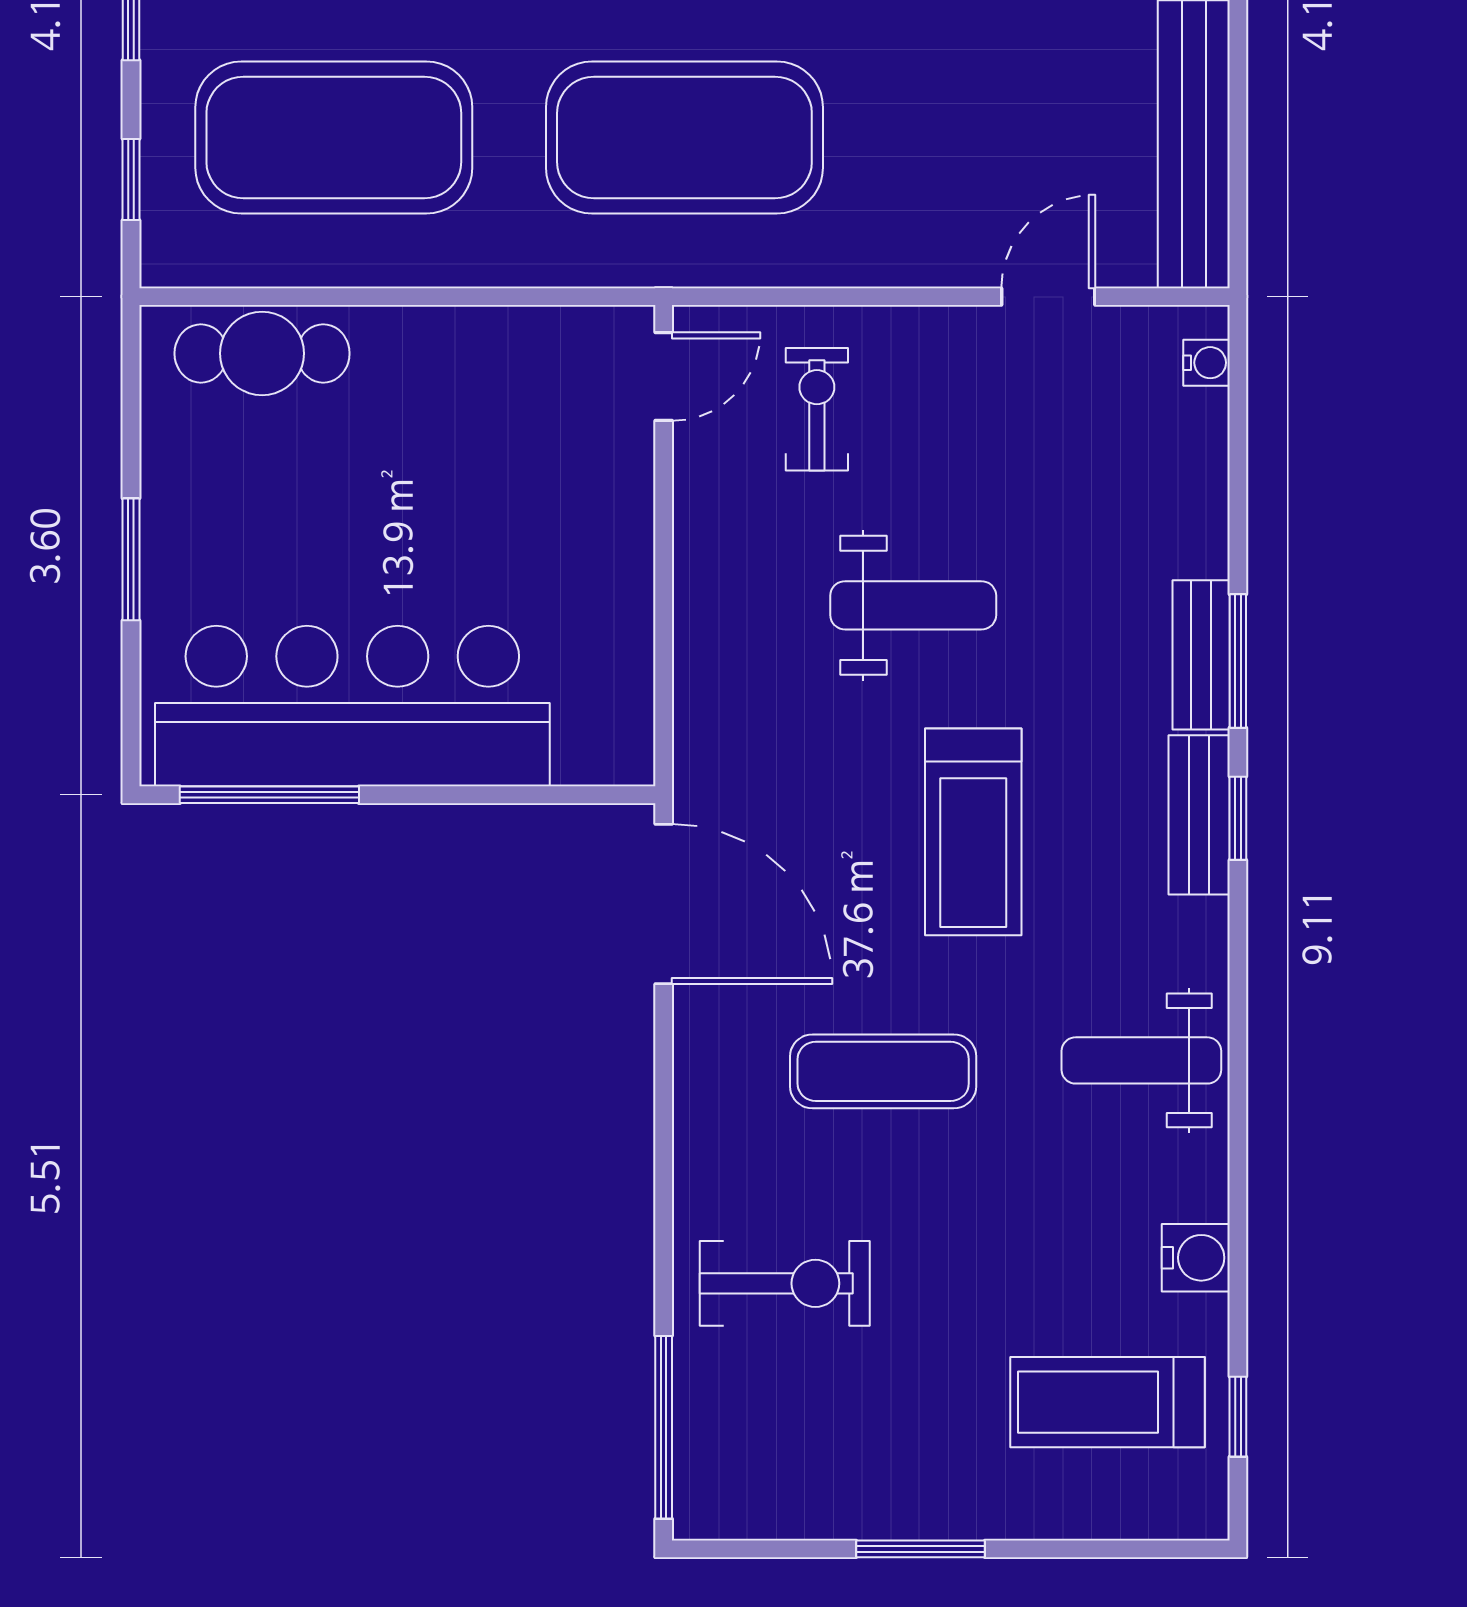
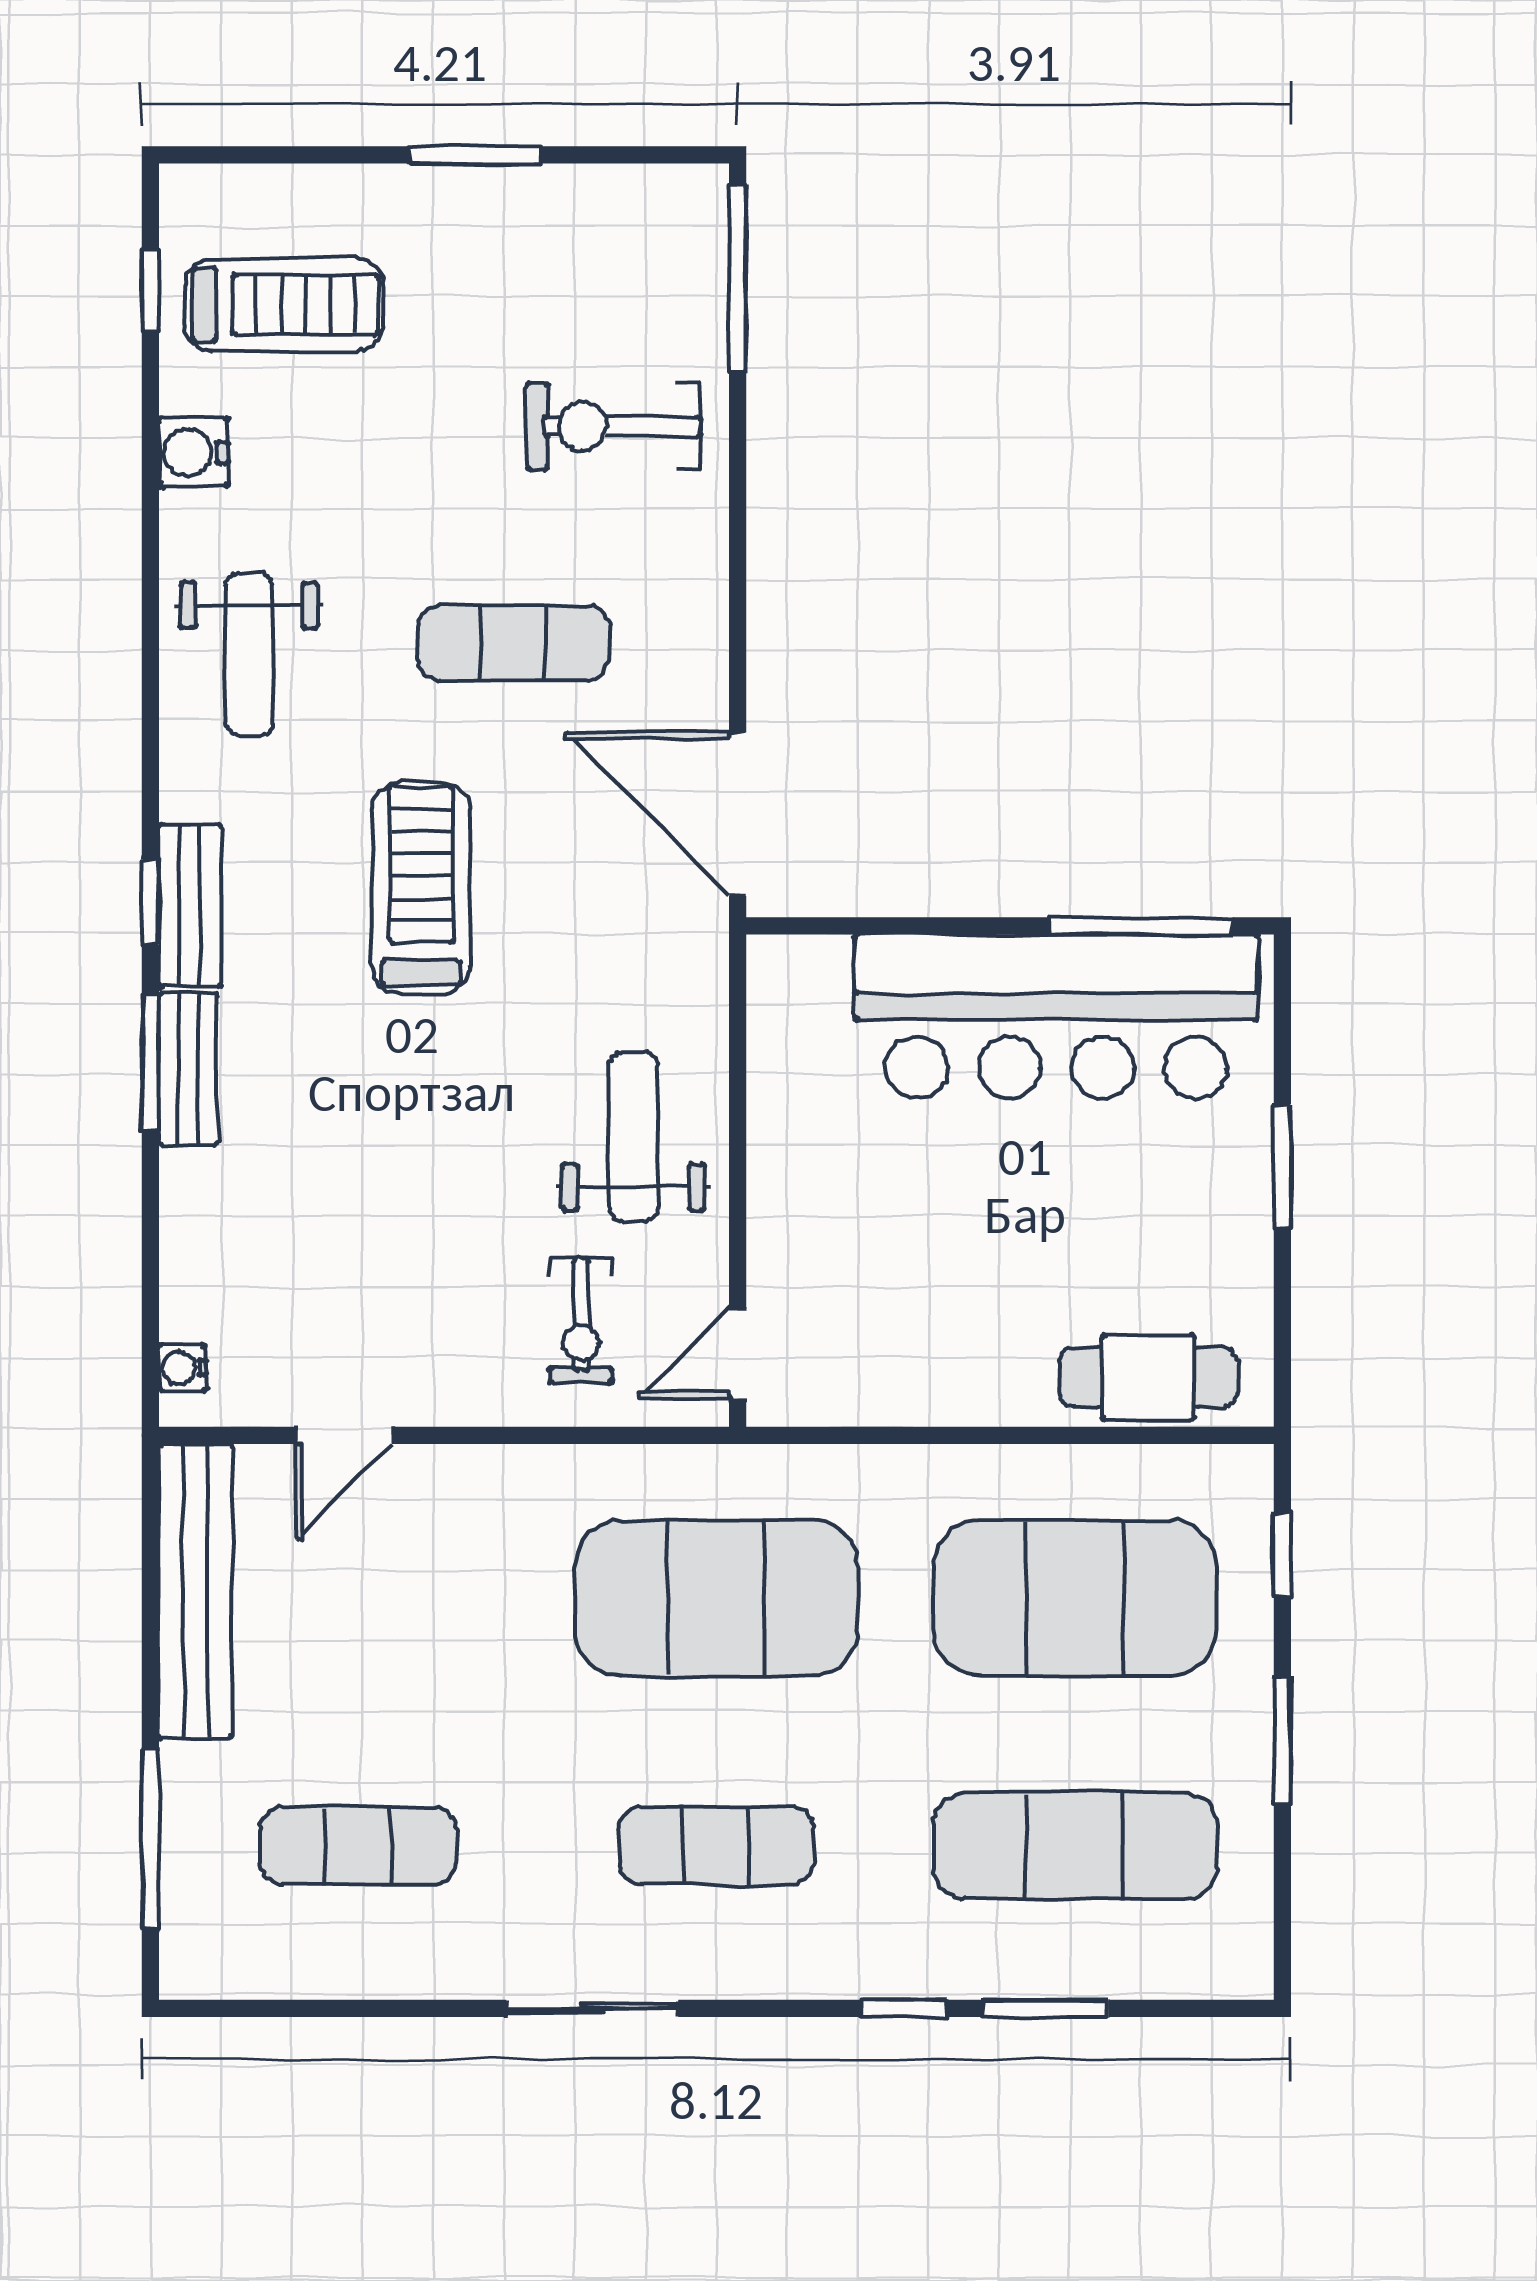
weight bench: (913, 605) -> (633, 1136), moved, turned 90
weight bench: (1141, 1060) -> (249, 654), turned 90

